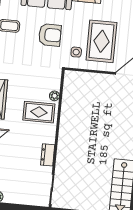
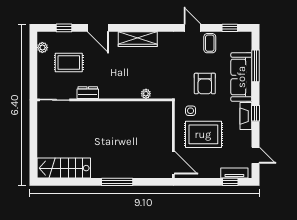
rug: (39, 112) -> (69, 62), moved, turned 90

